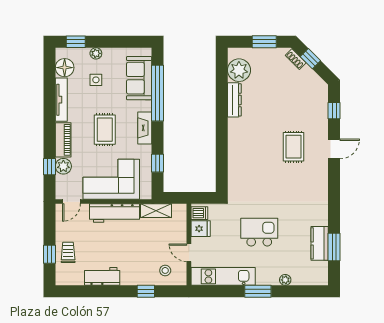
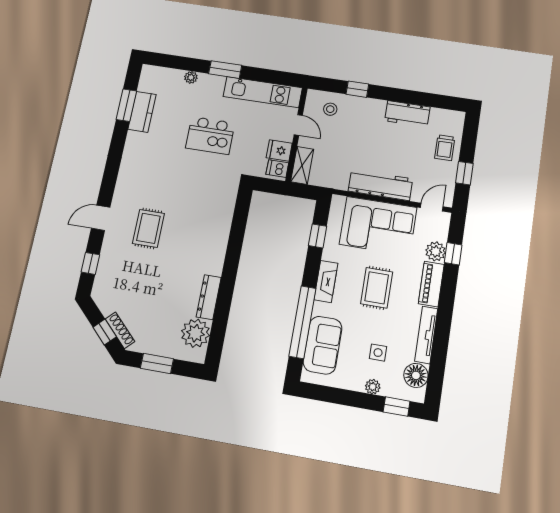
shoe rack: (296, 59) -> (120, 330), width x1.43
shelving: (156, 211) -> (302, 165), moved, turned 90
window: (50, 254) -> (464, 173), moved

